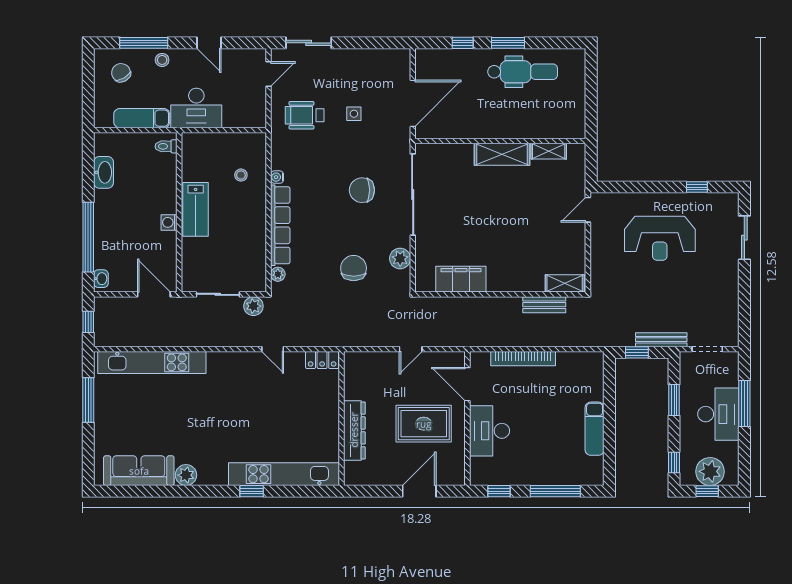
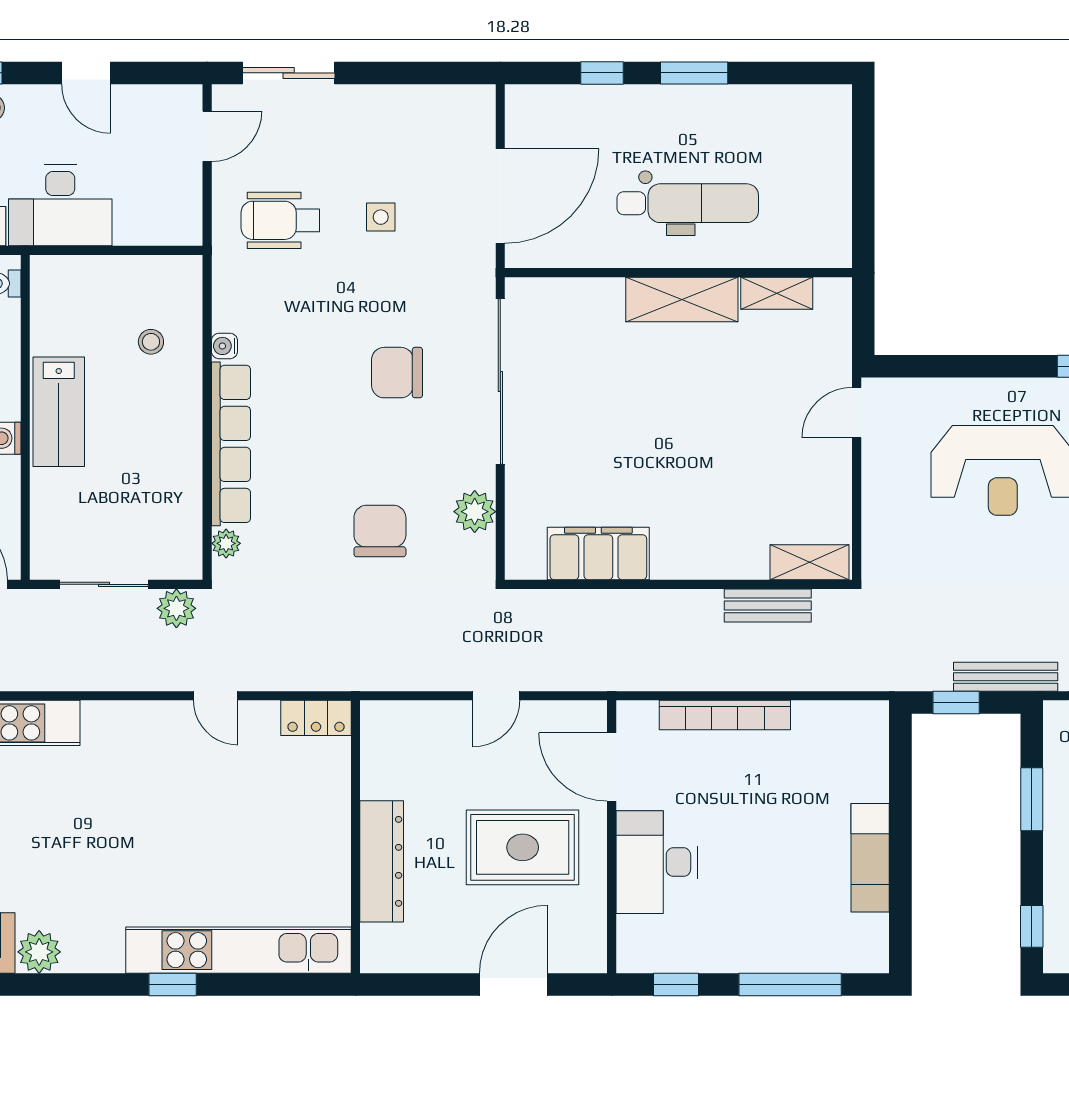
dental chair: (523, 72) -> (688, 203), moved

